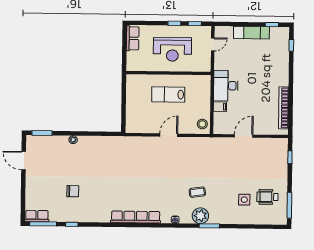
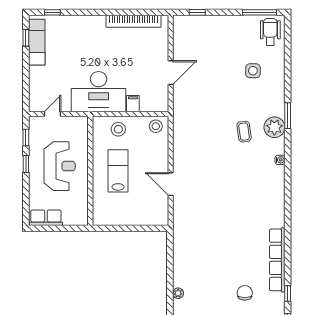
exam couch: (251, 33) -> (37, 42), moved
door: (213, 44) -> (52, 114), hinge flipped
desk: (226, 86) -> (99, 92), width x1.36, depth x1.30
lab bench: (168, 94) -> (118, 171), turned 180
stool: (200, 95) -> (118, 129), added
door: (169, 135) -> (171, 184), moved
door: (244, 136) -> (171, 73), swing flipped
wheelchair: (267, 197) -> (270, 32), moved, turned 180
row of seats: (136, 217) -> (277, 260), moved

